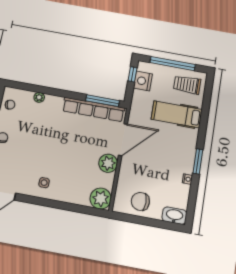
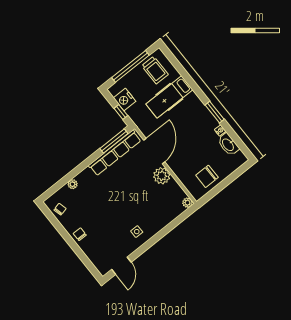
window: (132, 74) -> (121, 112), moved
trolley: (187, 85) -> (155, 70), turned -90
plant: (101, 199) -> (187, 203), width x0.53, depth x0.53
washbasin: (174, 216) -> (228, 145), moved, turned -90

